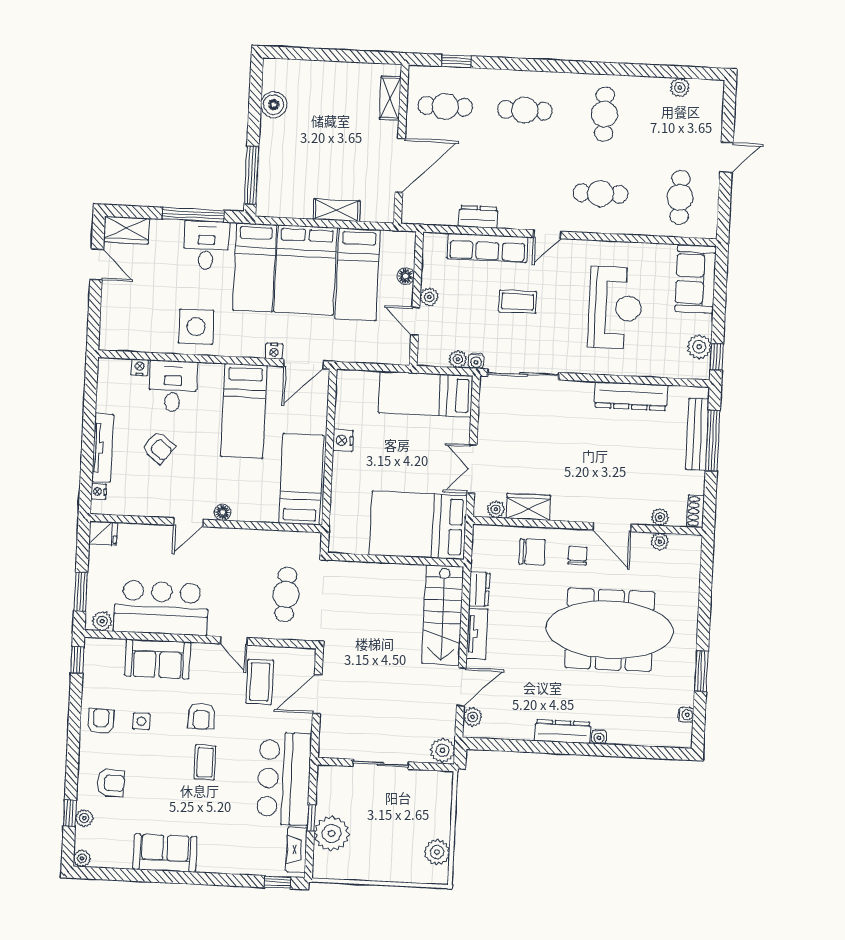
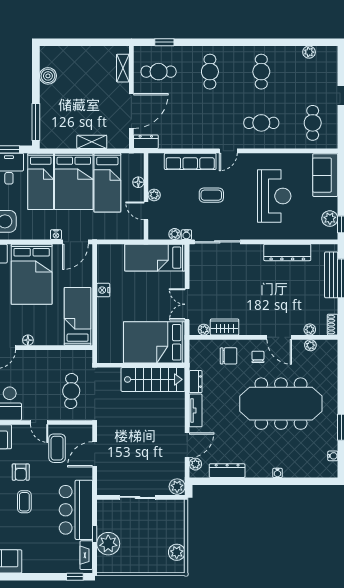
cafe table: (525, 110) -> (210, 72), turned 90
dresser: (478, 217) -> (146, 142), moved
bed: (244, 411) -> (32, 274), width x1.50
stairs: (443, 615) -> (153, 379), moved, turned -90
dresser: (563, 731) -> (227, 471), moved

